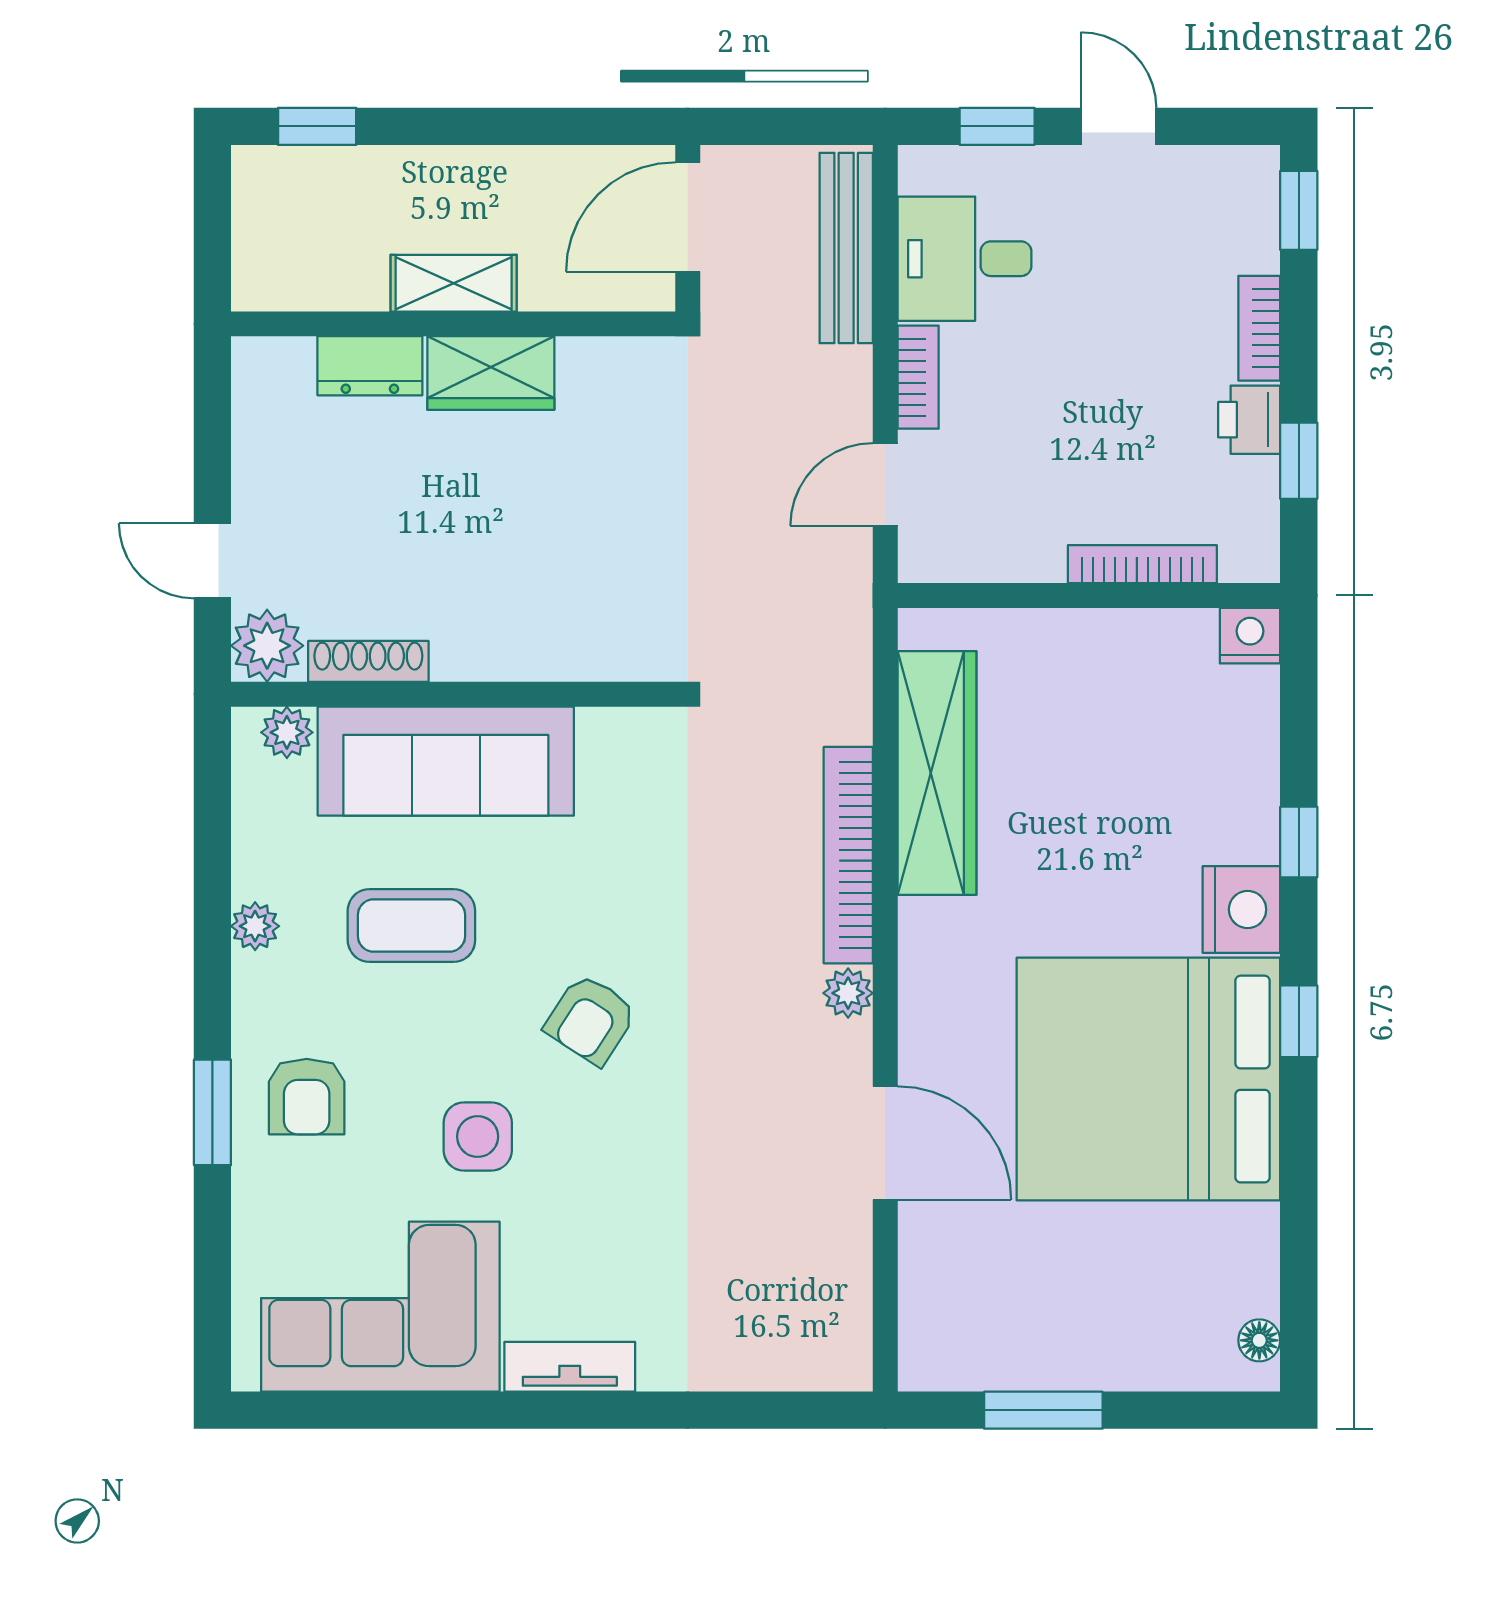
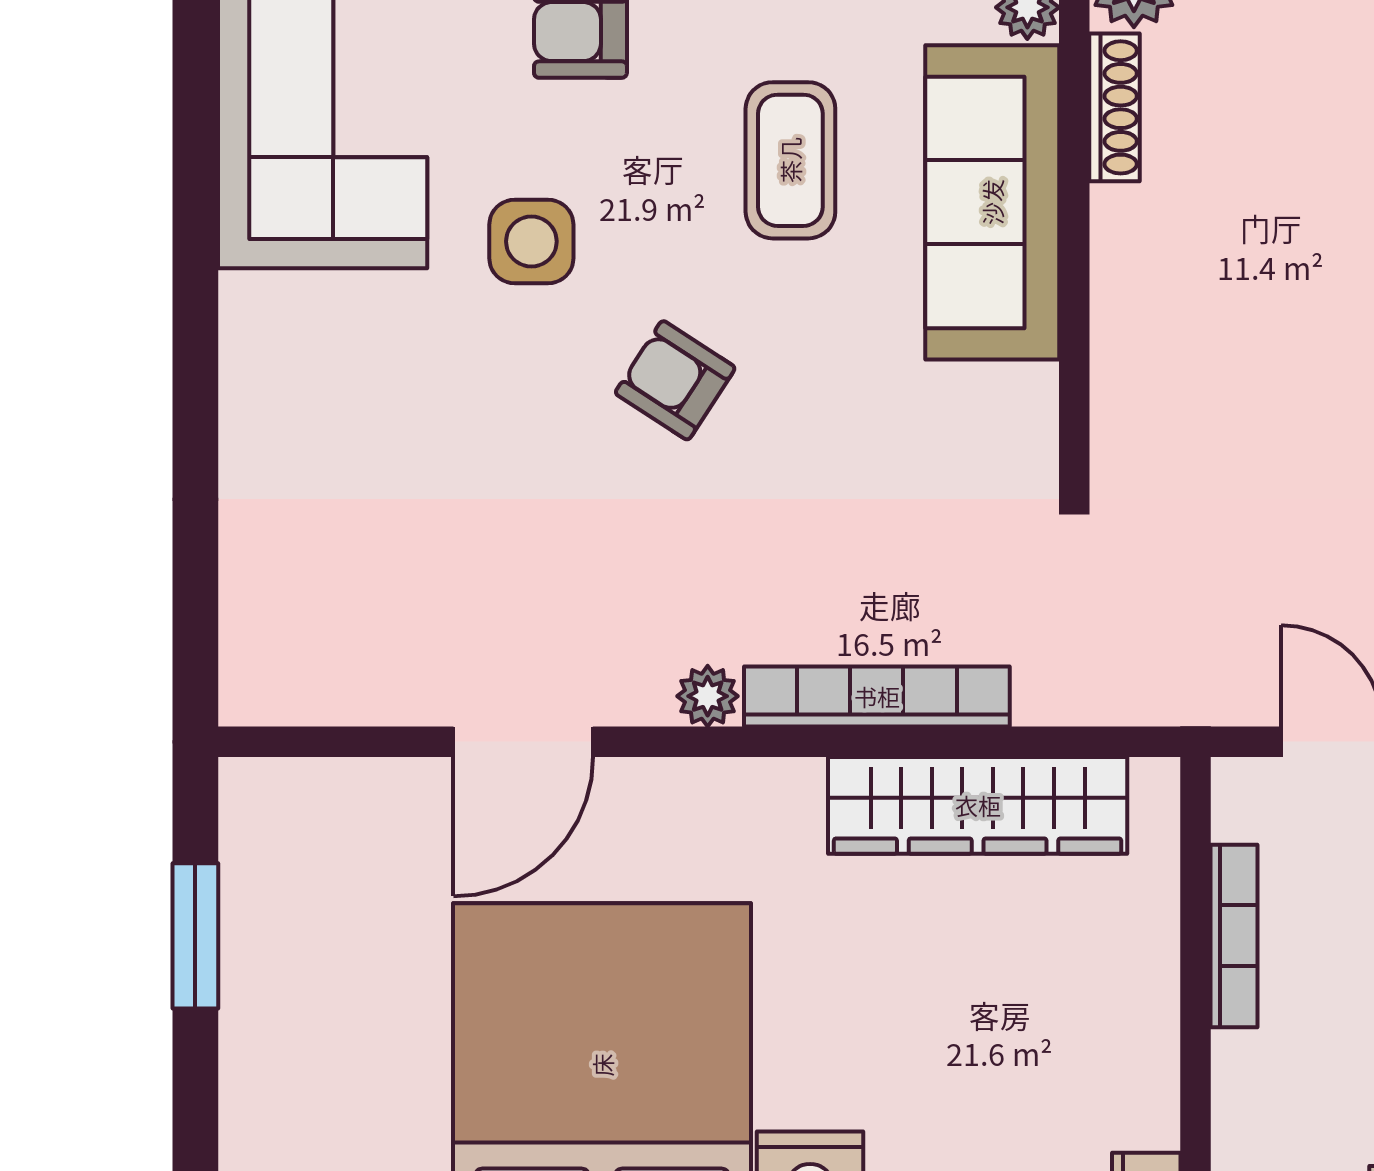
bookcase: (1142, 564) -> (1234, 936), moved
tv unit: (570, 1367) -> (249, 355), removed

